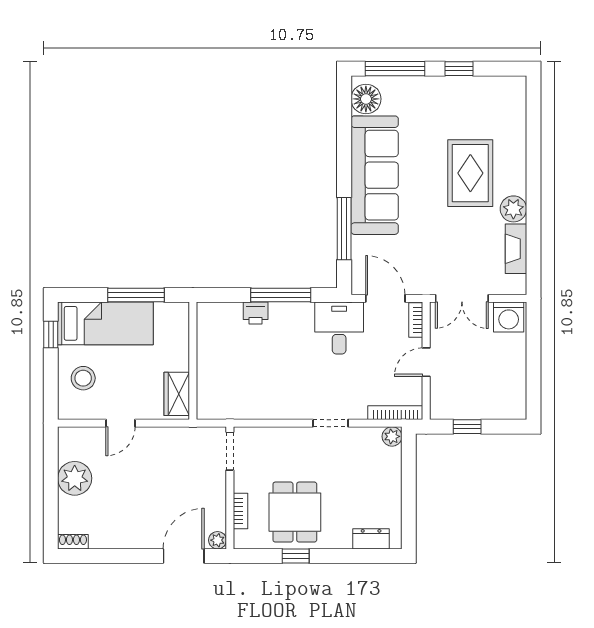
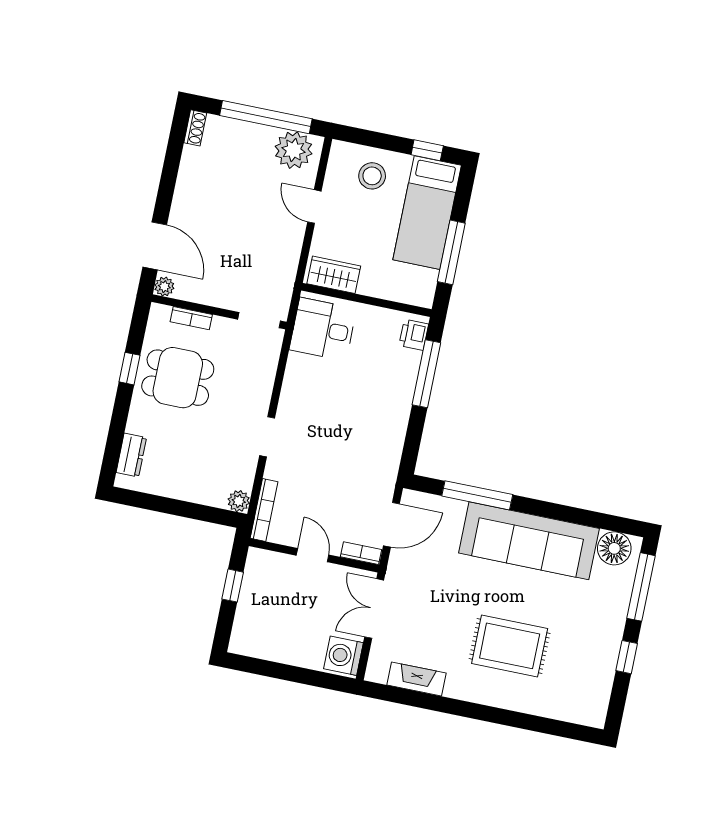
plant: (513, 209) -> (461, 685), removed
window: (281, 295) -> (426, 374), moved
printer: (256, 313) -> (414, 335), moved
desk: (339, 328) -> (323, 329), moved, turned 180
plant: (75, 478) -> (294, 150), moved
window: (51, 482) -> (266, 117), added

